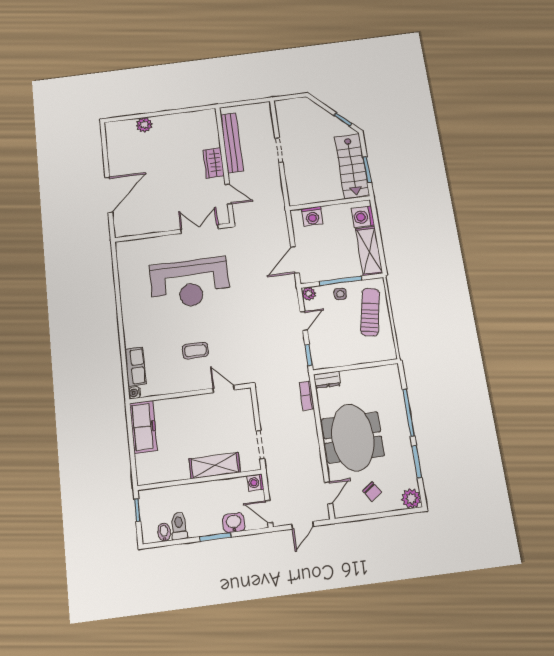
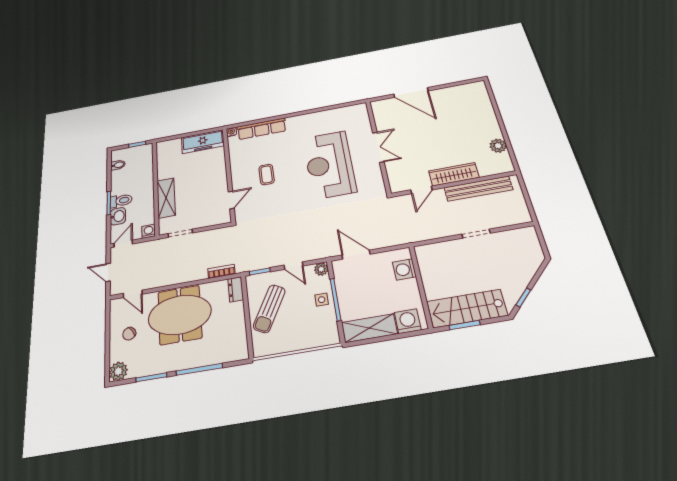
plant: (144, 125) -> (498, 146), moved
wardrobe: (214, 163) -> (454, 174), width x1.50
double door: (199, 229) -> (378, 147), moved
sun lounger: (370, 312) -> (269, 309), moved, turned 108
row of seats: (135, 366) -> (262, 129), width x1.48
toilet: (179, 526) -> (121, 201), moved

